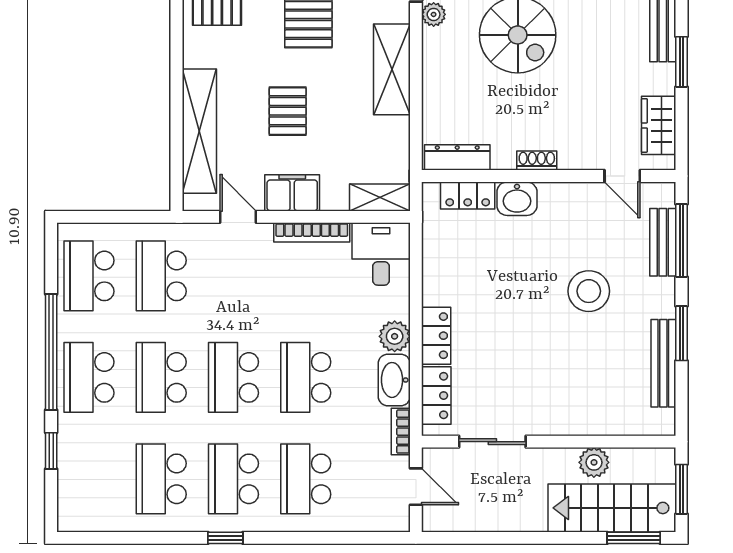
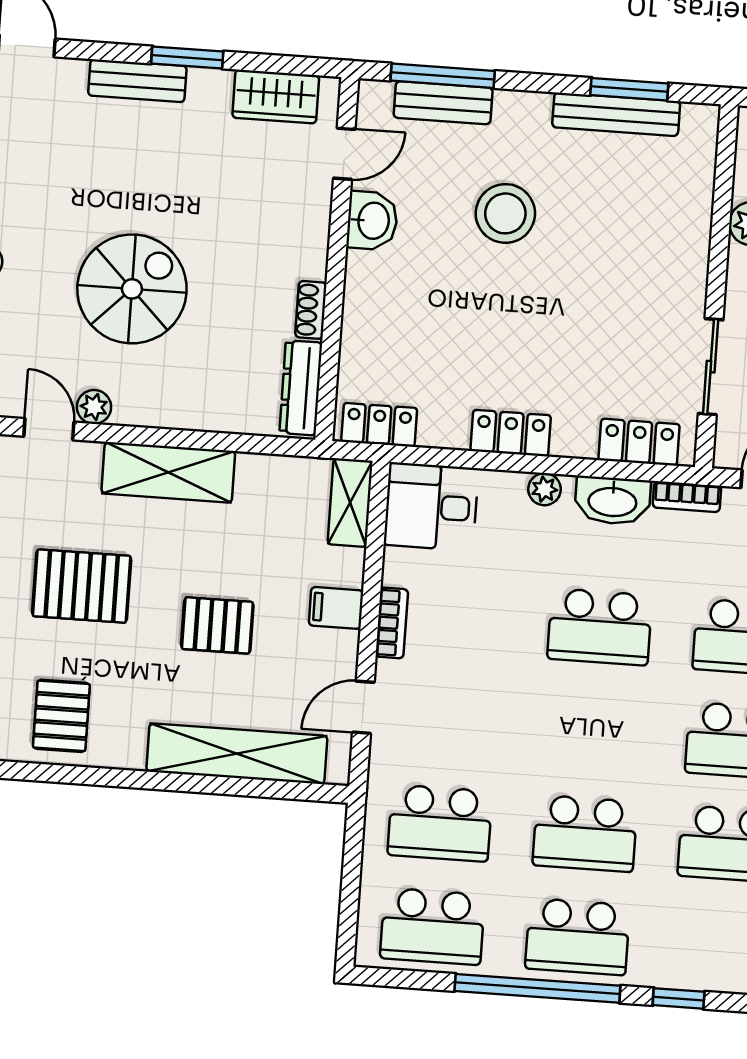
shoe rack: (537, 161) -> (311, 310), moved
filing cabinet: (292, 193) -> (336, 608), width x0.50
locker: (468, 195) -> (379, 425), moved, turned -90
washbasin: (517, 199) -> (372, 221), moved
bookcase: (312, 232) -> (392, 623), width x0.64
window: (681, 333) -> (629, 89), moved
plant: (395, 336) -> (544, 489), width x0.73, depth x0.73
locker: (436, 336) -> (511, 433), moved
school desk: (233, 377) -> (592, 730), removed

